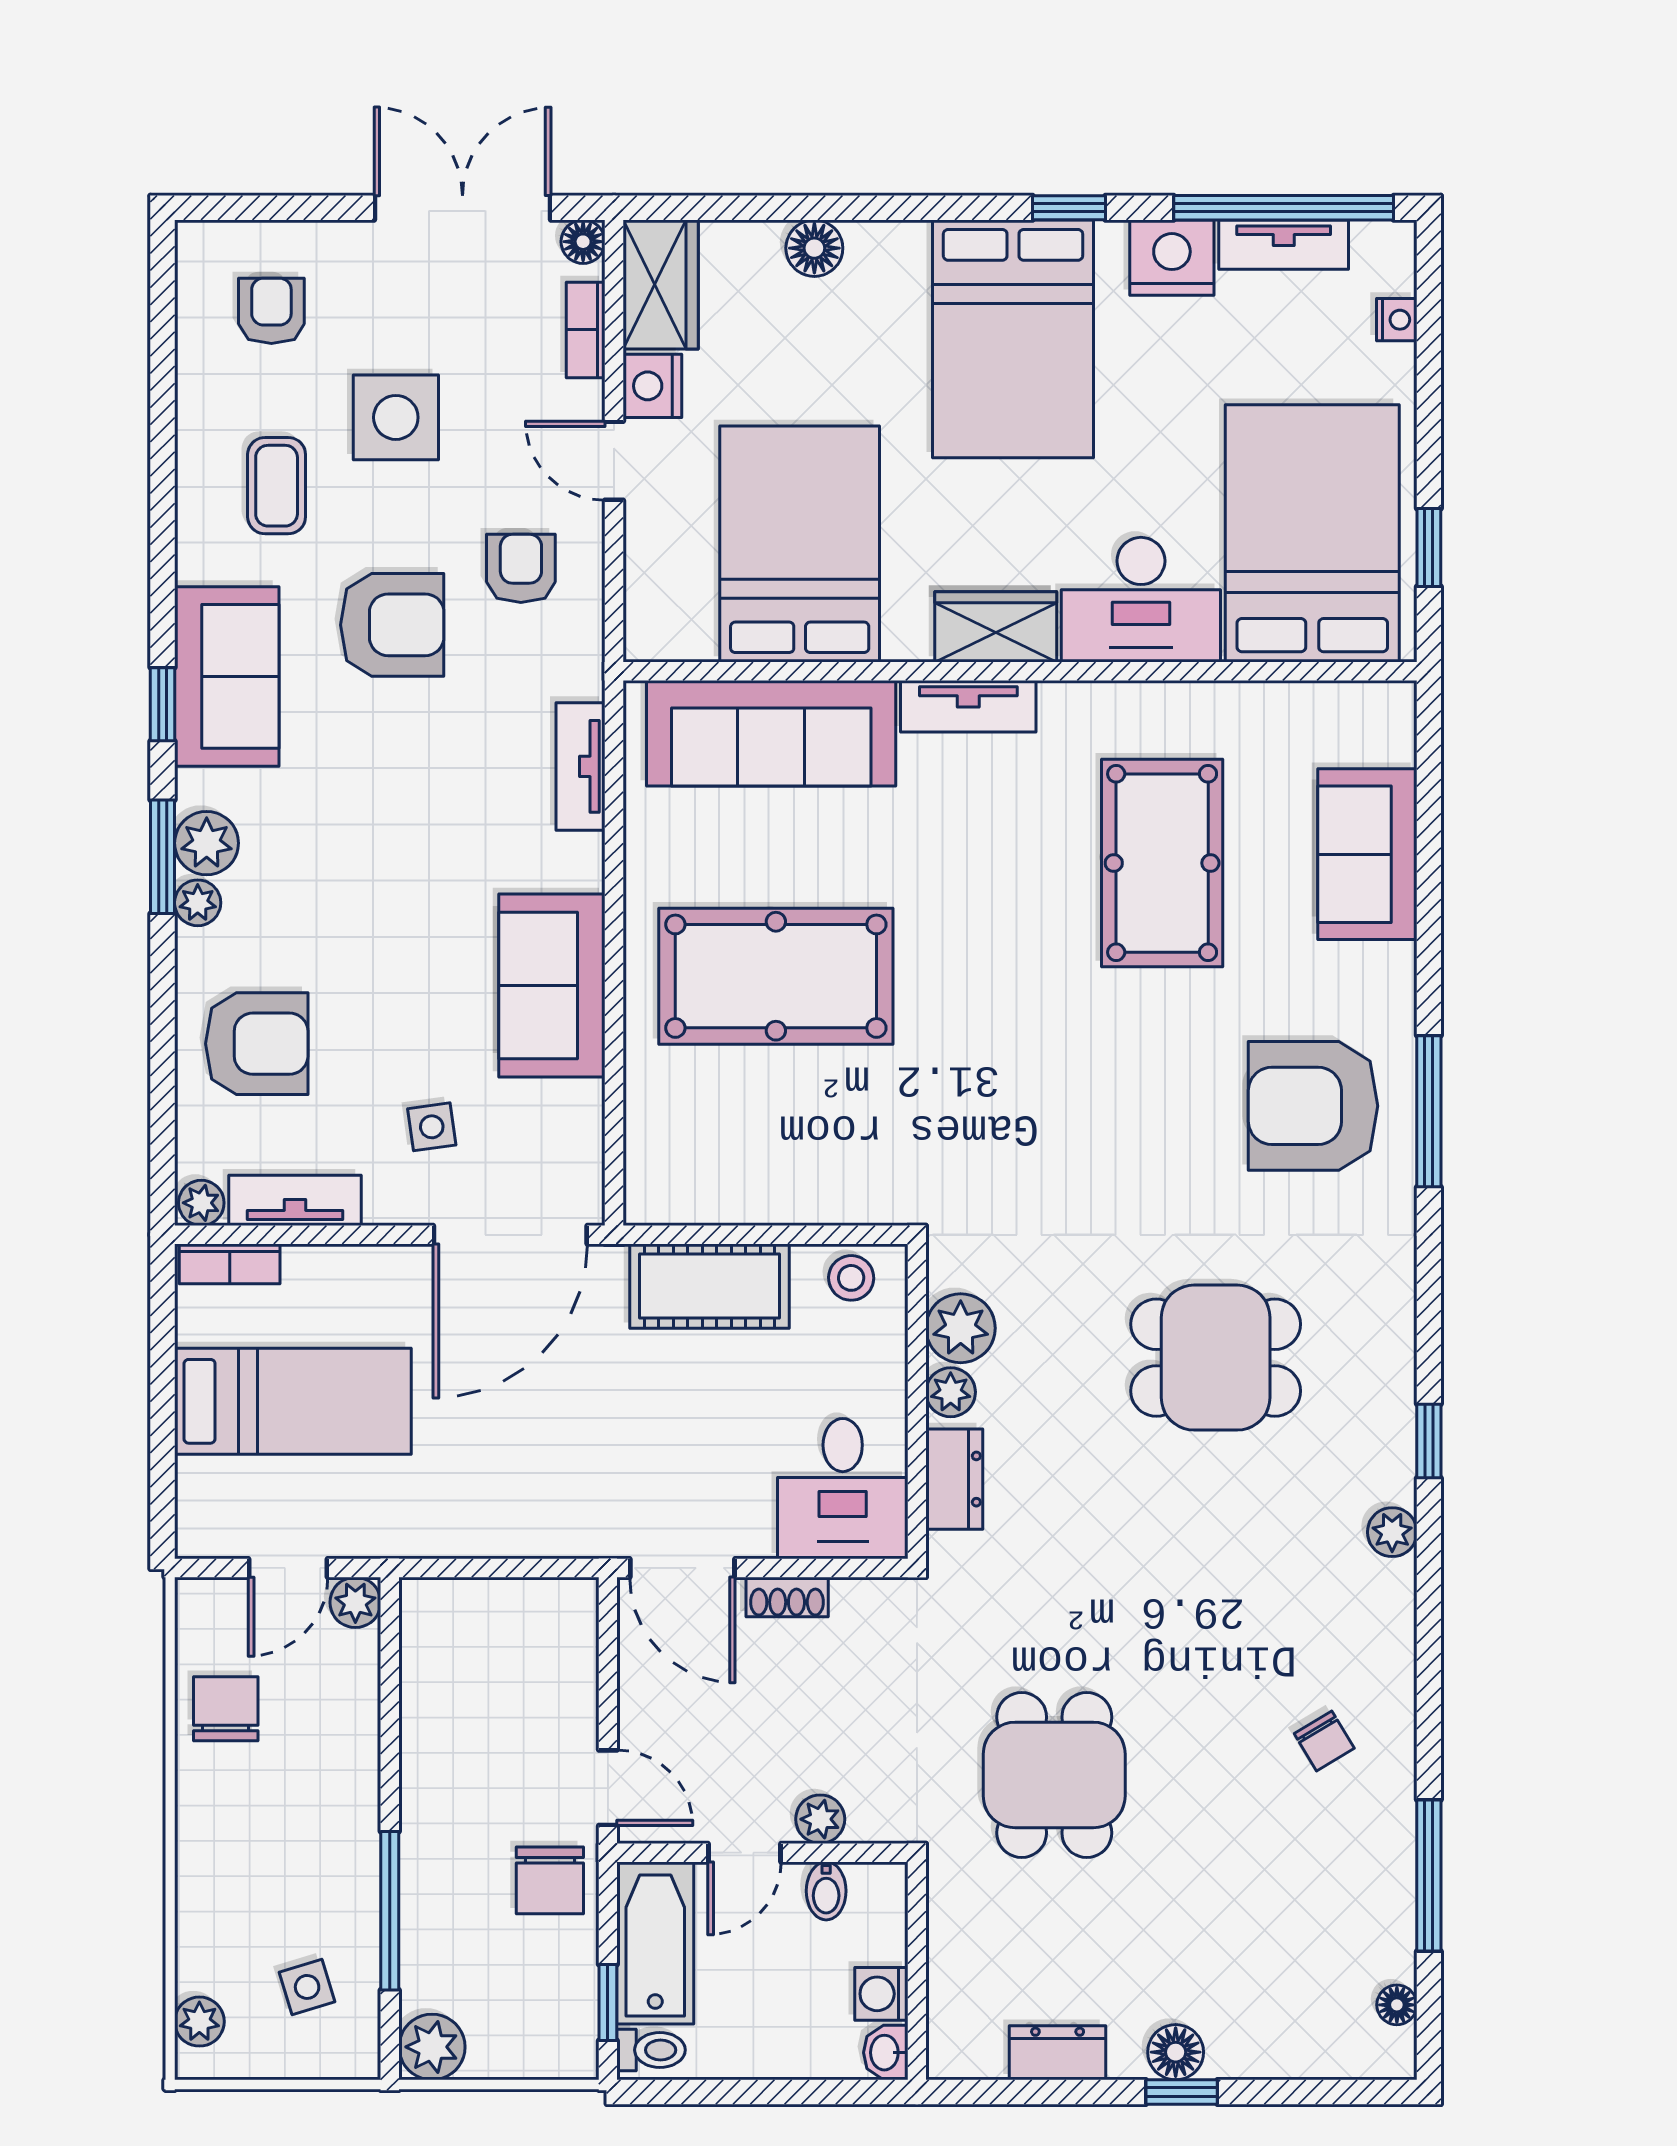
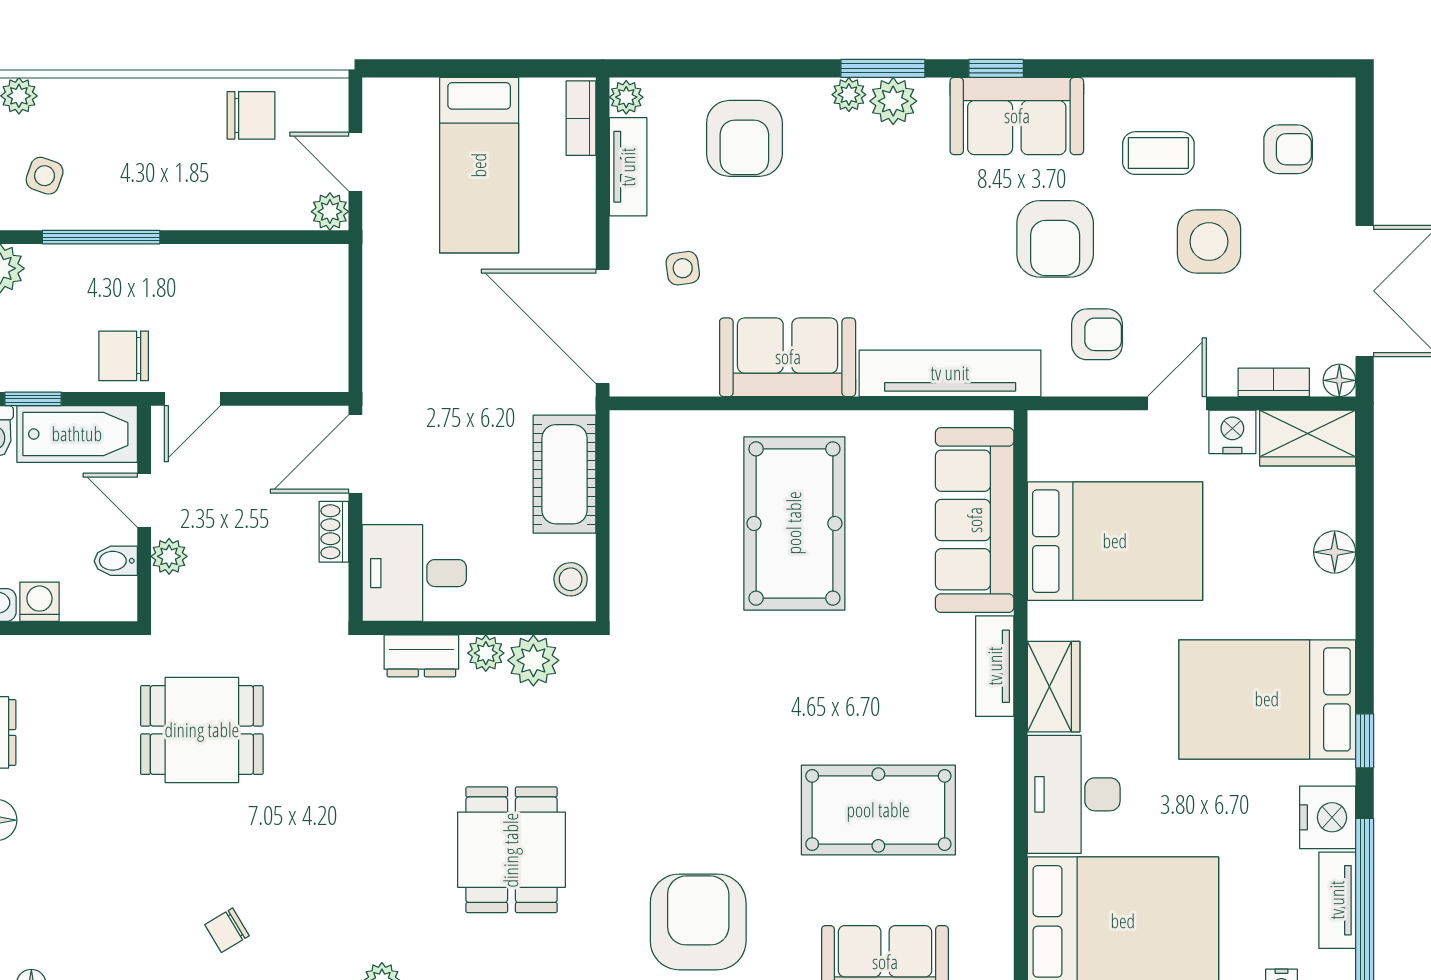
tv unit: (580, 766) -> (950, 373), width x1.92, depth x1.29
side table: (307, 1987) -> (45, 176), turned 36

